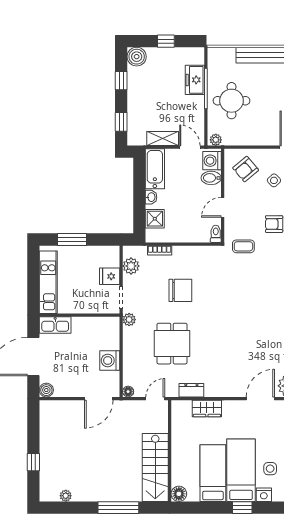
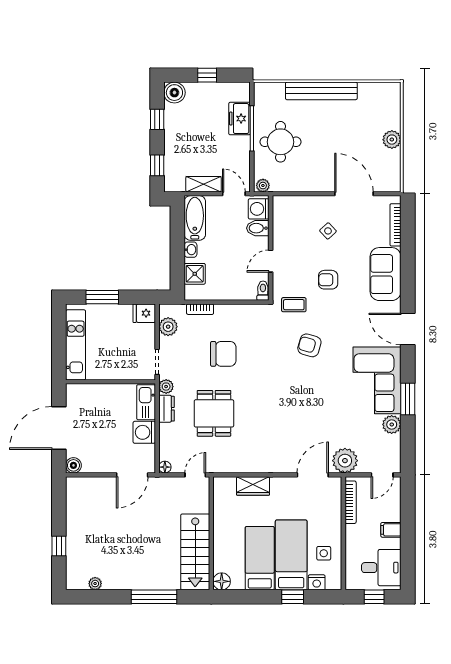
armchair: (246, 169) -> (309, 345), moved, turned 56
fridge: (110, 276) -> (144, 313), moved
kitchen sink: (55, 325) -> (146, 402), moved, turned 90
dresser: (191, 390) -> (166, 409), moved, turned 90

